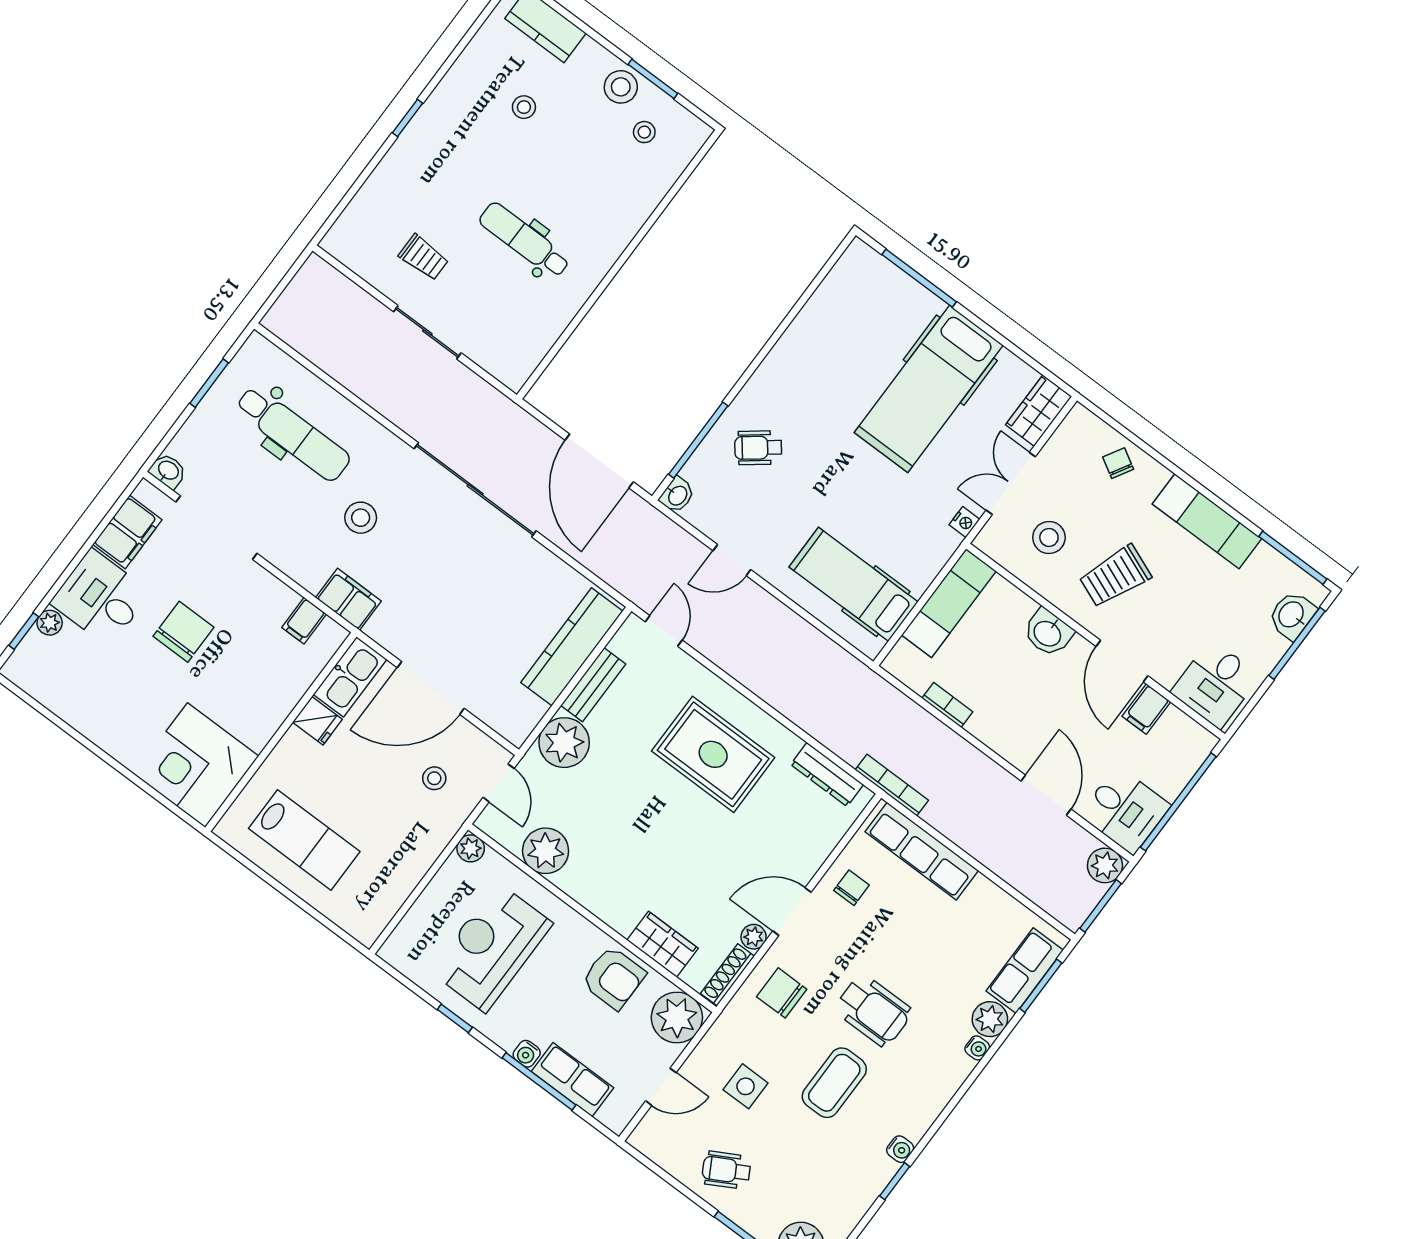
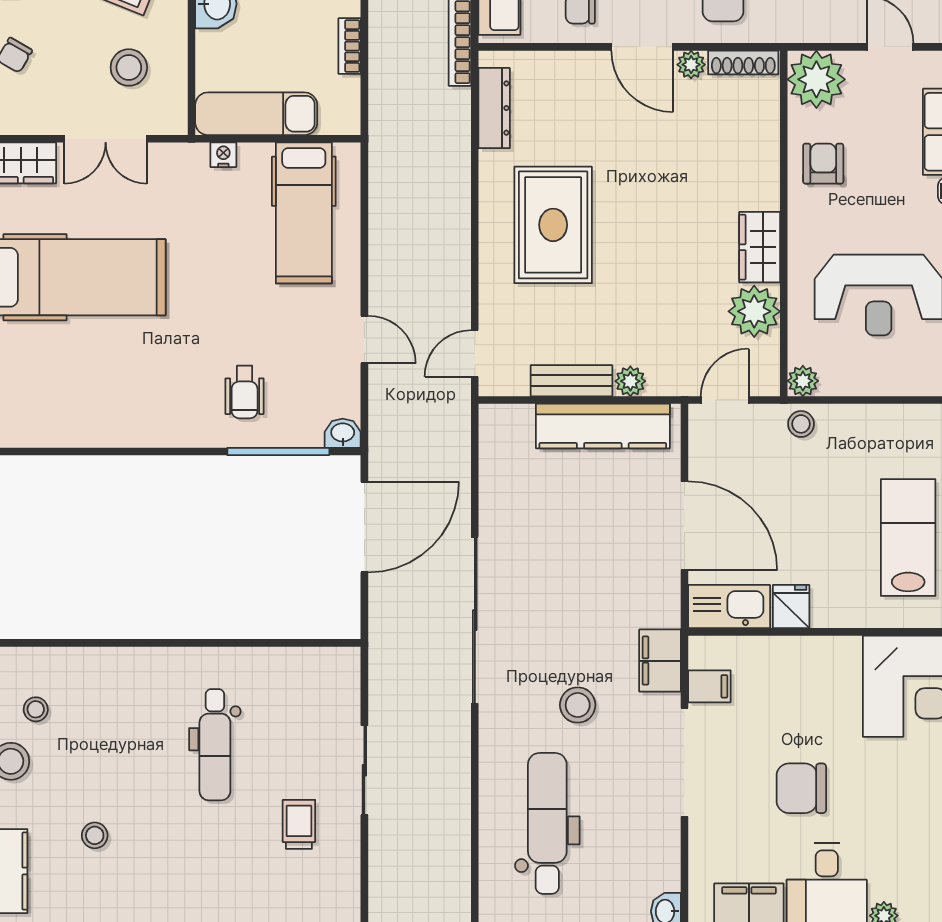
wheelchair: (758, 448) -> (245, 392), turned 38
nightstand: (964, 522) -> (223, 155), moved
doorway: (216, 528) -> (684, 762), moved
kitchen counter: (572, 647) -> (603, 426), moved
plant: (564, 743) -> (630, 381), width x0.53, depth x0.53
stool: (434, 778) -> (801, 424), moved
wardrobe: (663, 944) -> (760, 247), moved
armchair: (614, 978) -> (823, 164), width x0.72, depth x0.72

